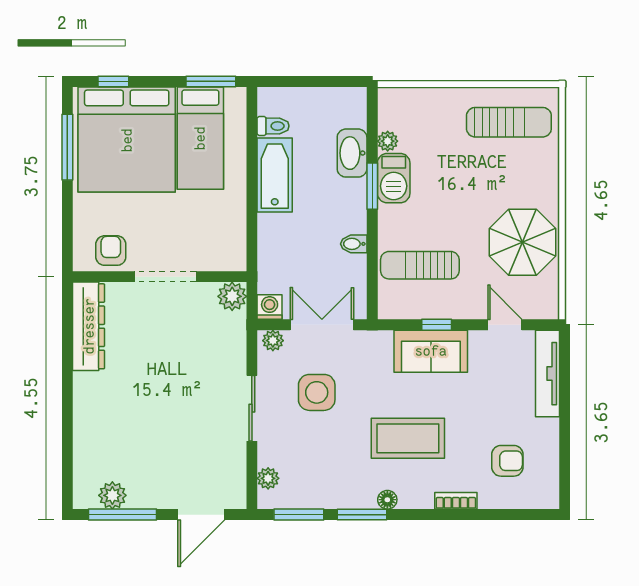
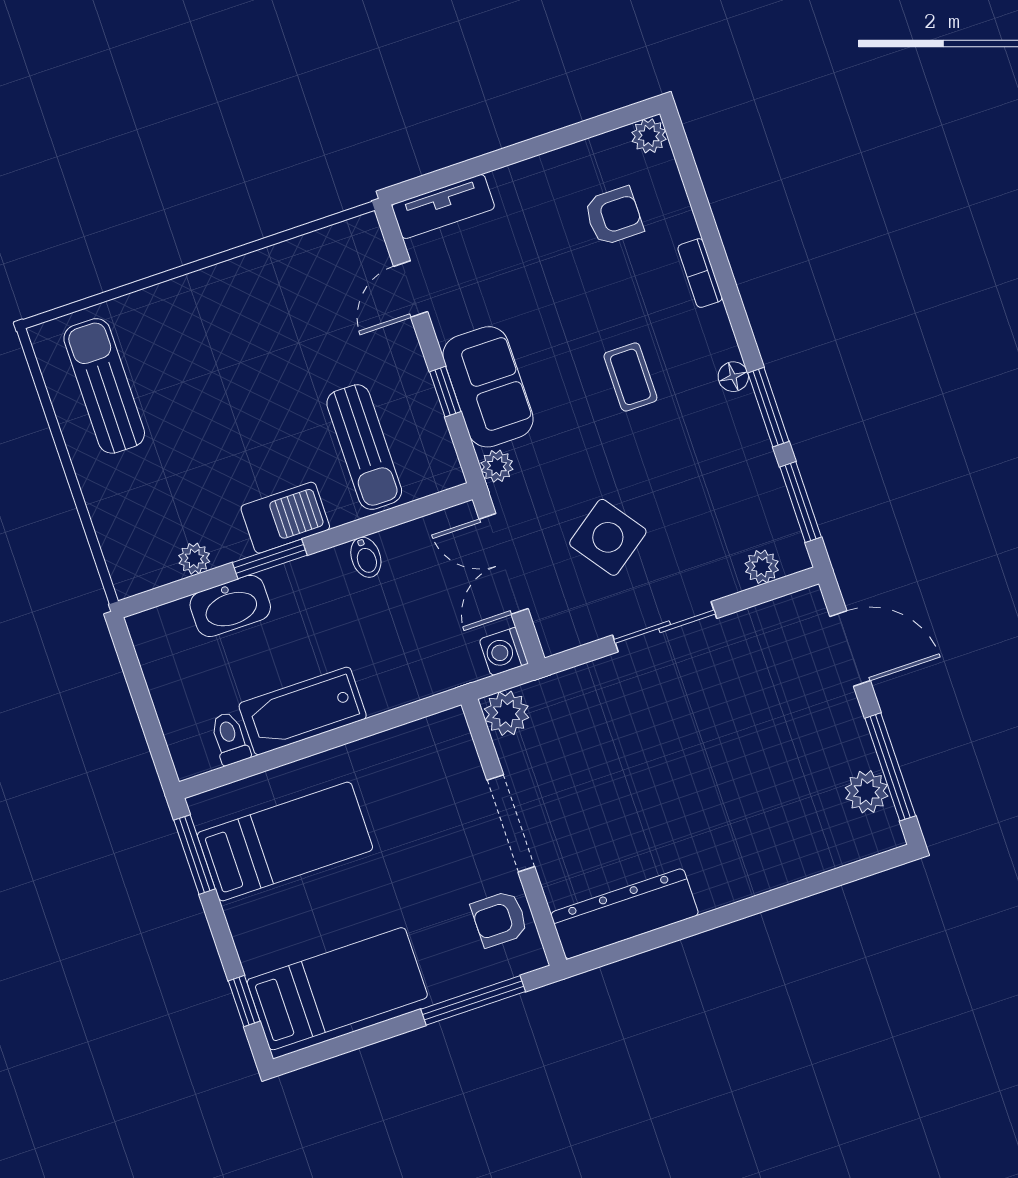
bed: (127, 140) -> (337, 989), width x0.49
window: (67, 147) -> (473, 1000), moved
barbecue: (394, 178) -> (285, 518), moved
parasol: (523, 242) -> (278, 304), removed
plant: (273, 341) -> (497, 466), moved
tv unit: (548, 374) -> (443, 207), width x0.71
side table: (317, 392) -> (608, 537), turned -36
coffee table: (408, 438) -> (630, 377), width x0.54, depth x0.58
armchair: (507, 461) -> (614, 216), turned 90
plant: (548, 498) -> (649, 136), added

